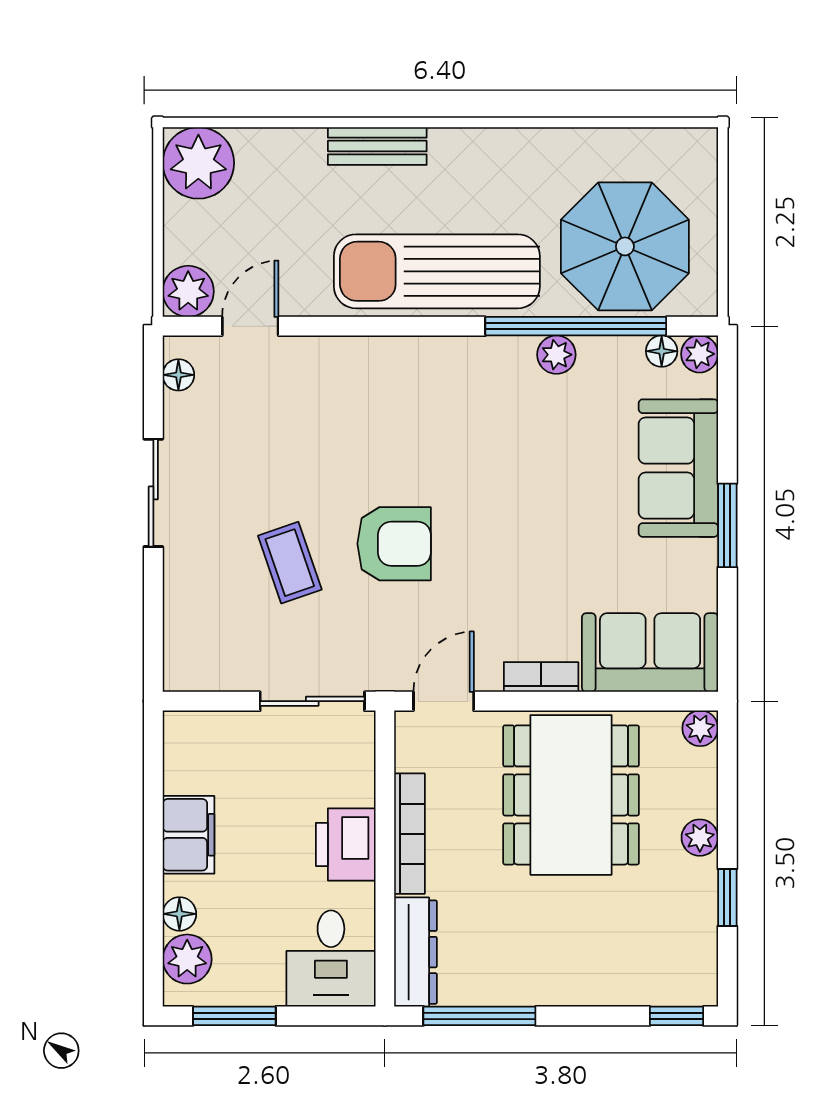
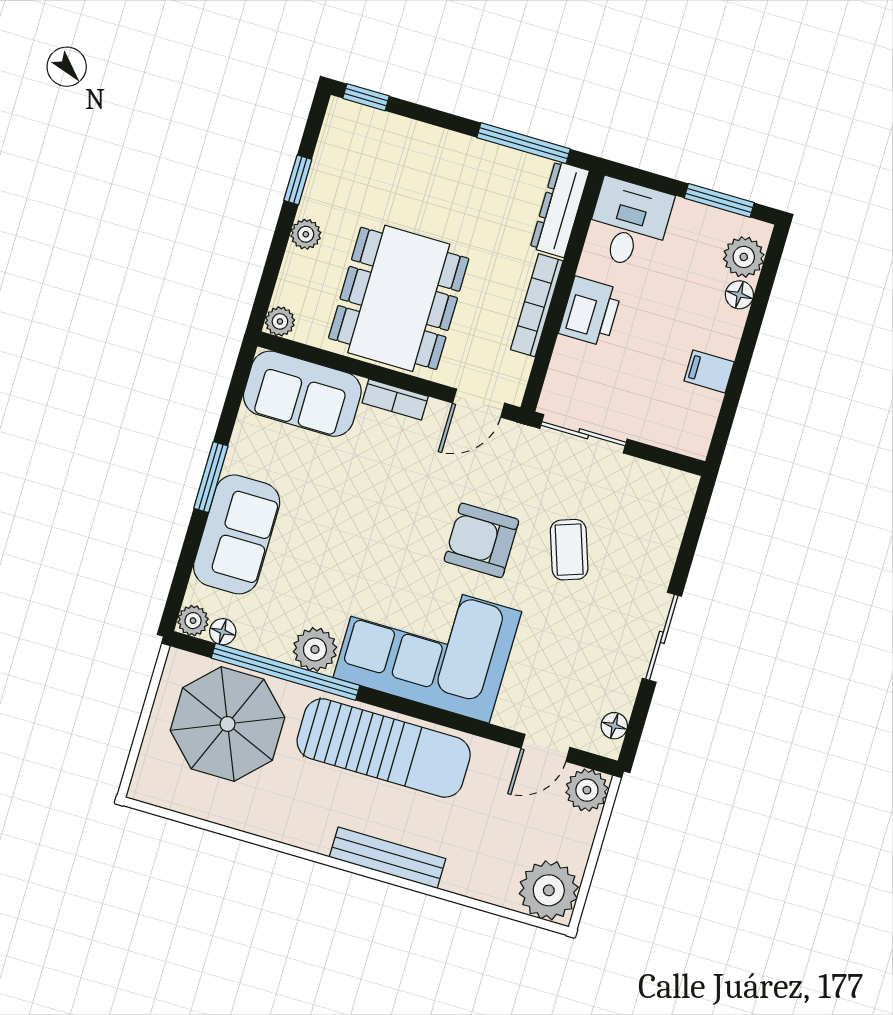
bench: (377, 146) -> (388, 858), width x1.36
plant: (556, 355) -> (315, 649), width x1.38, depth x1.38
corner sofa: (421, 405) -> (427, 645), added
filing cabinet: (189, 835) -> (709, 371), width x0.50

